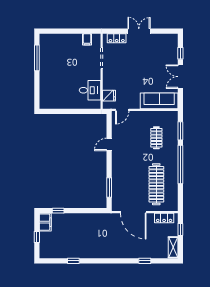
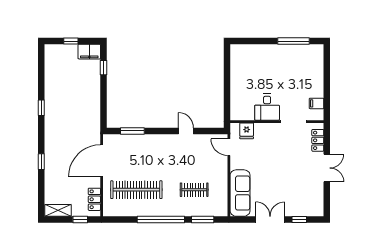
desk: (90, 90) -> (267, 107), moved
window: (73, 261) -> (41, 108), moved
window: (145, 261) -> (41, 162), moved

